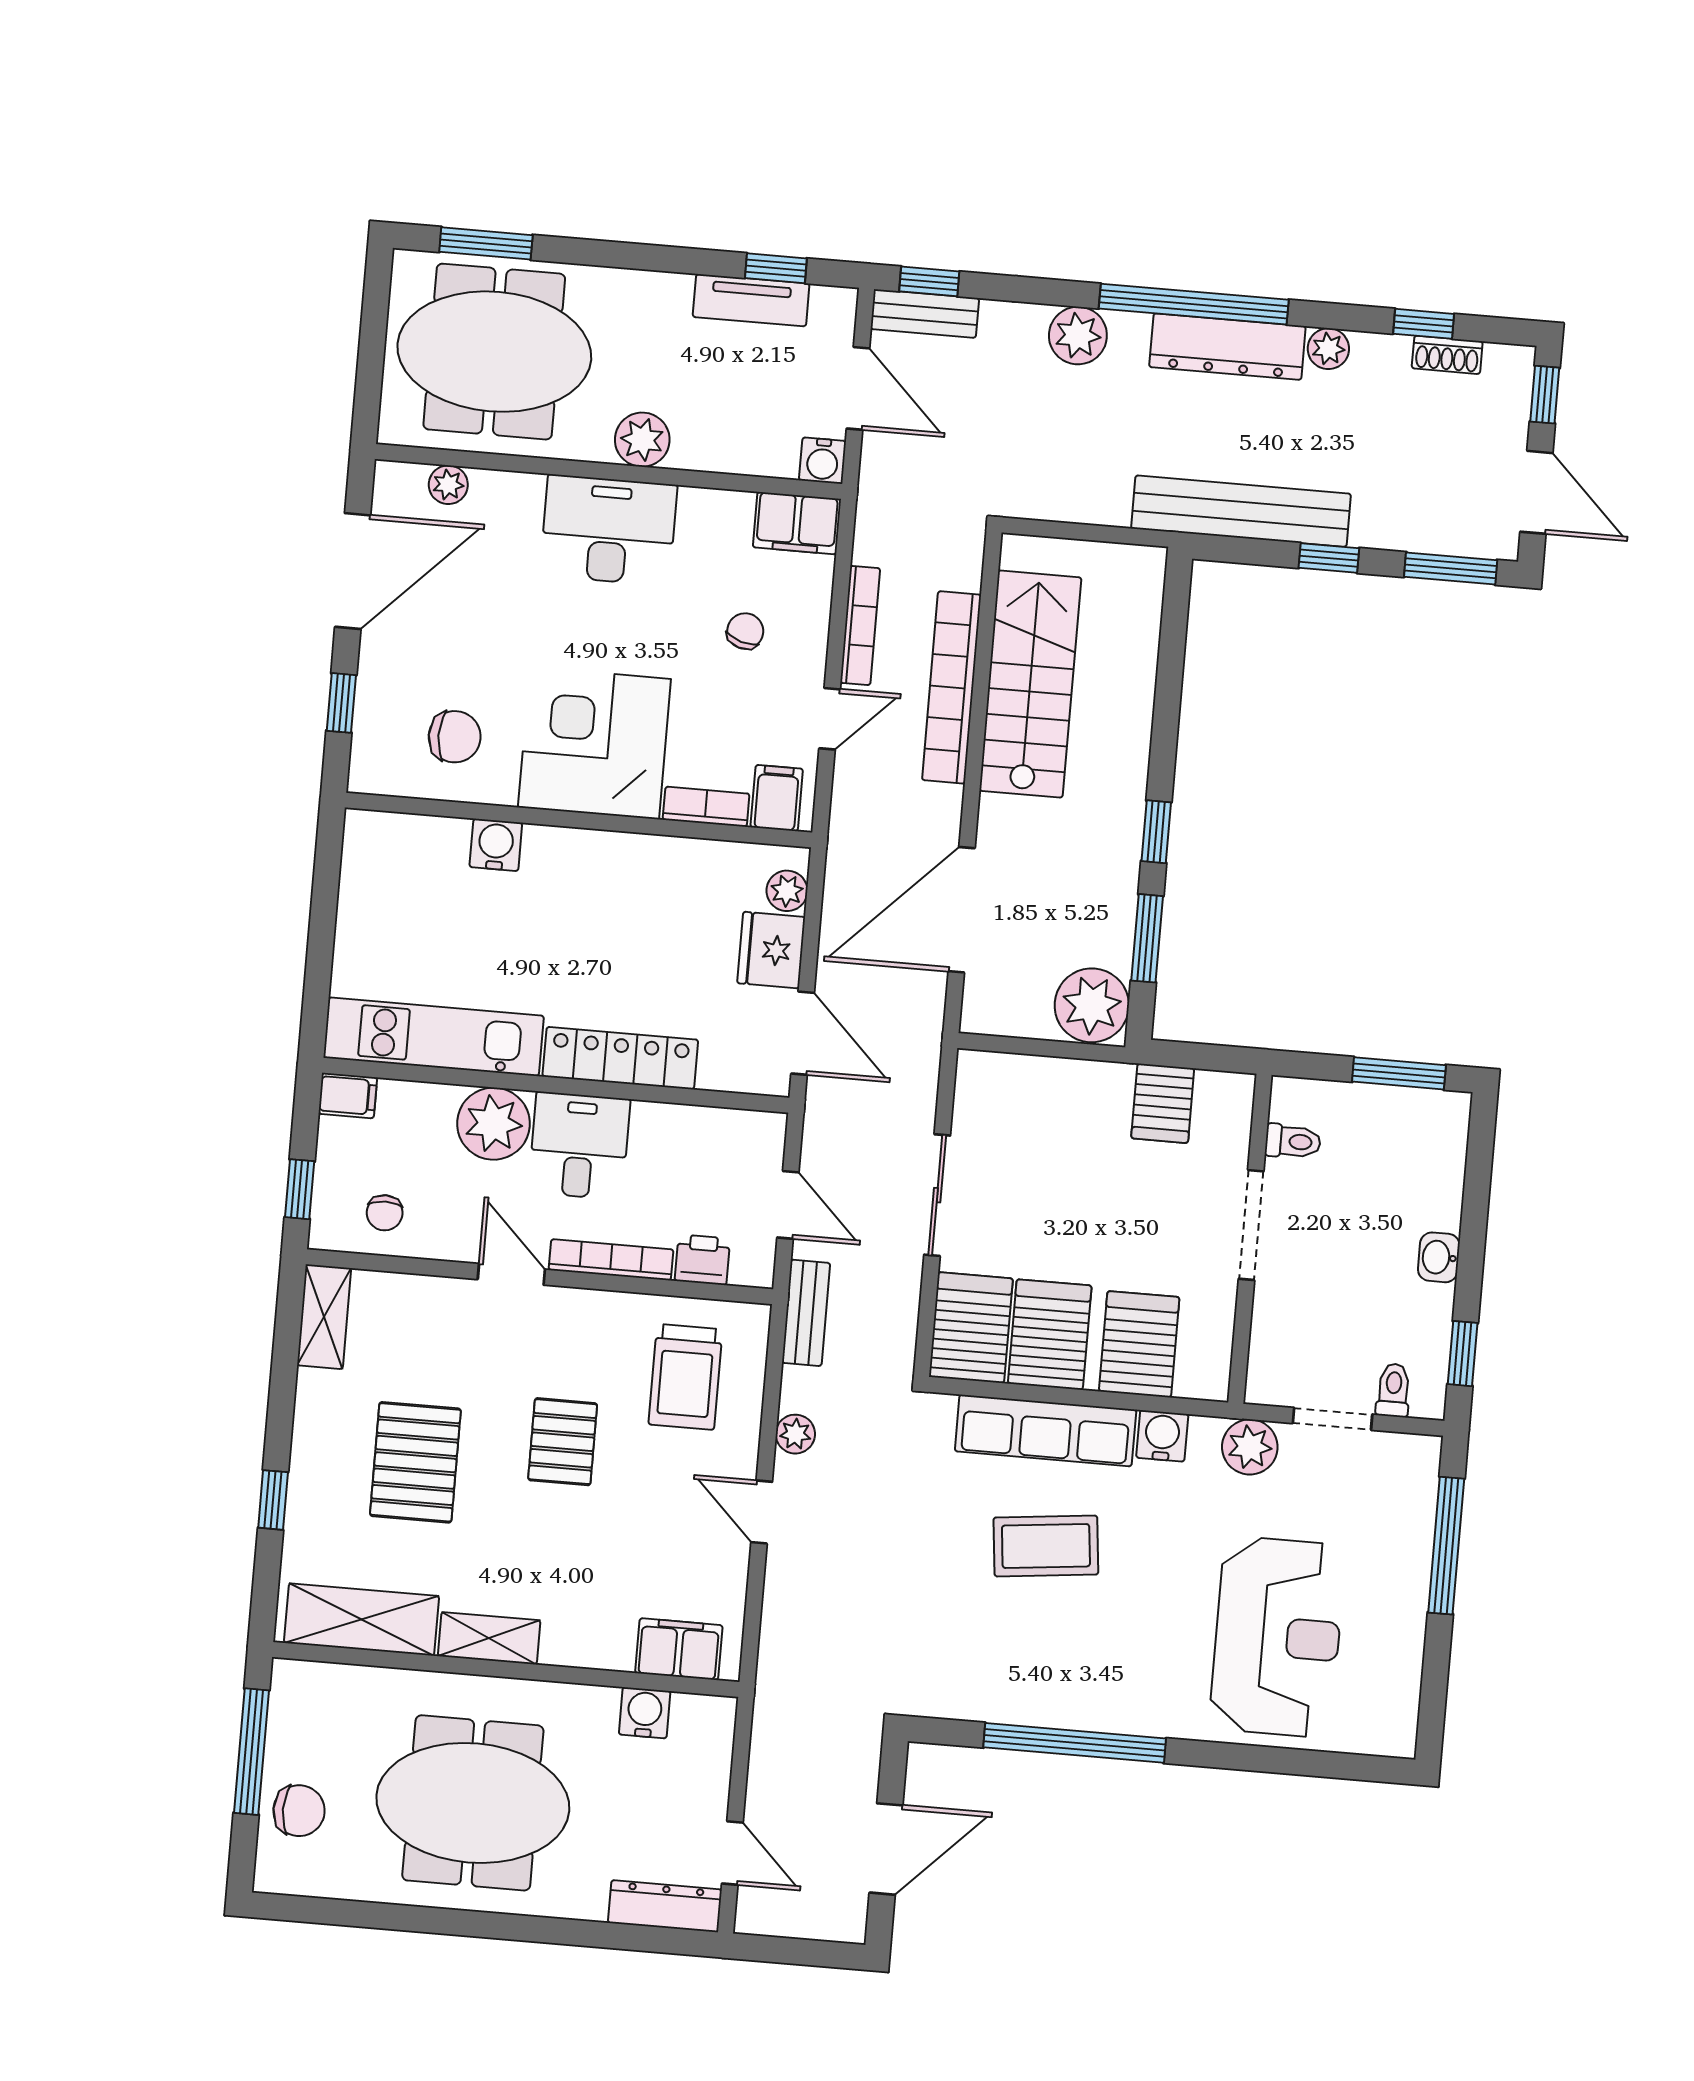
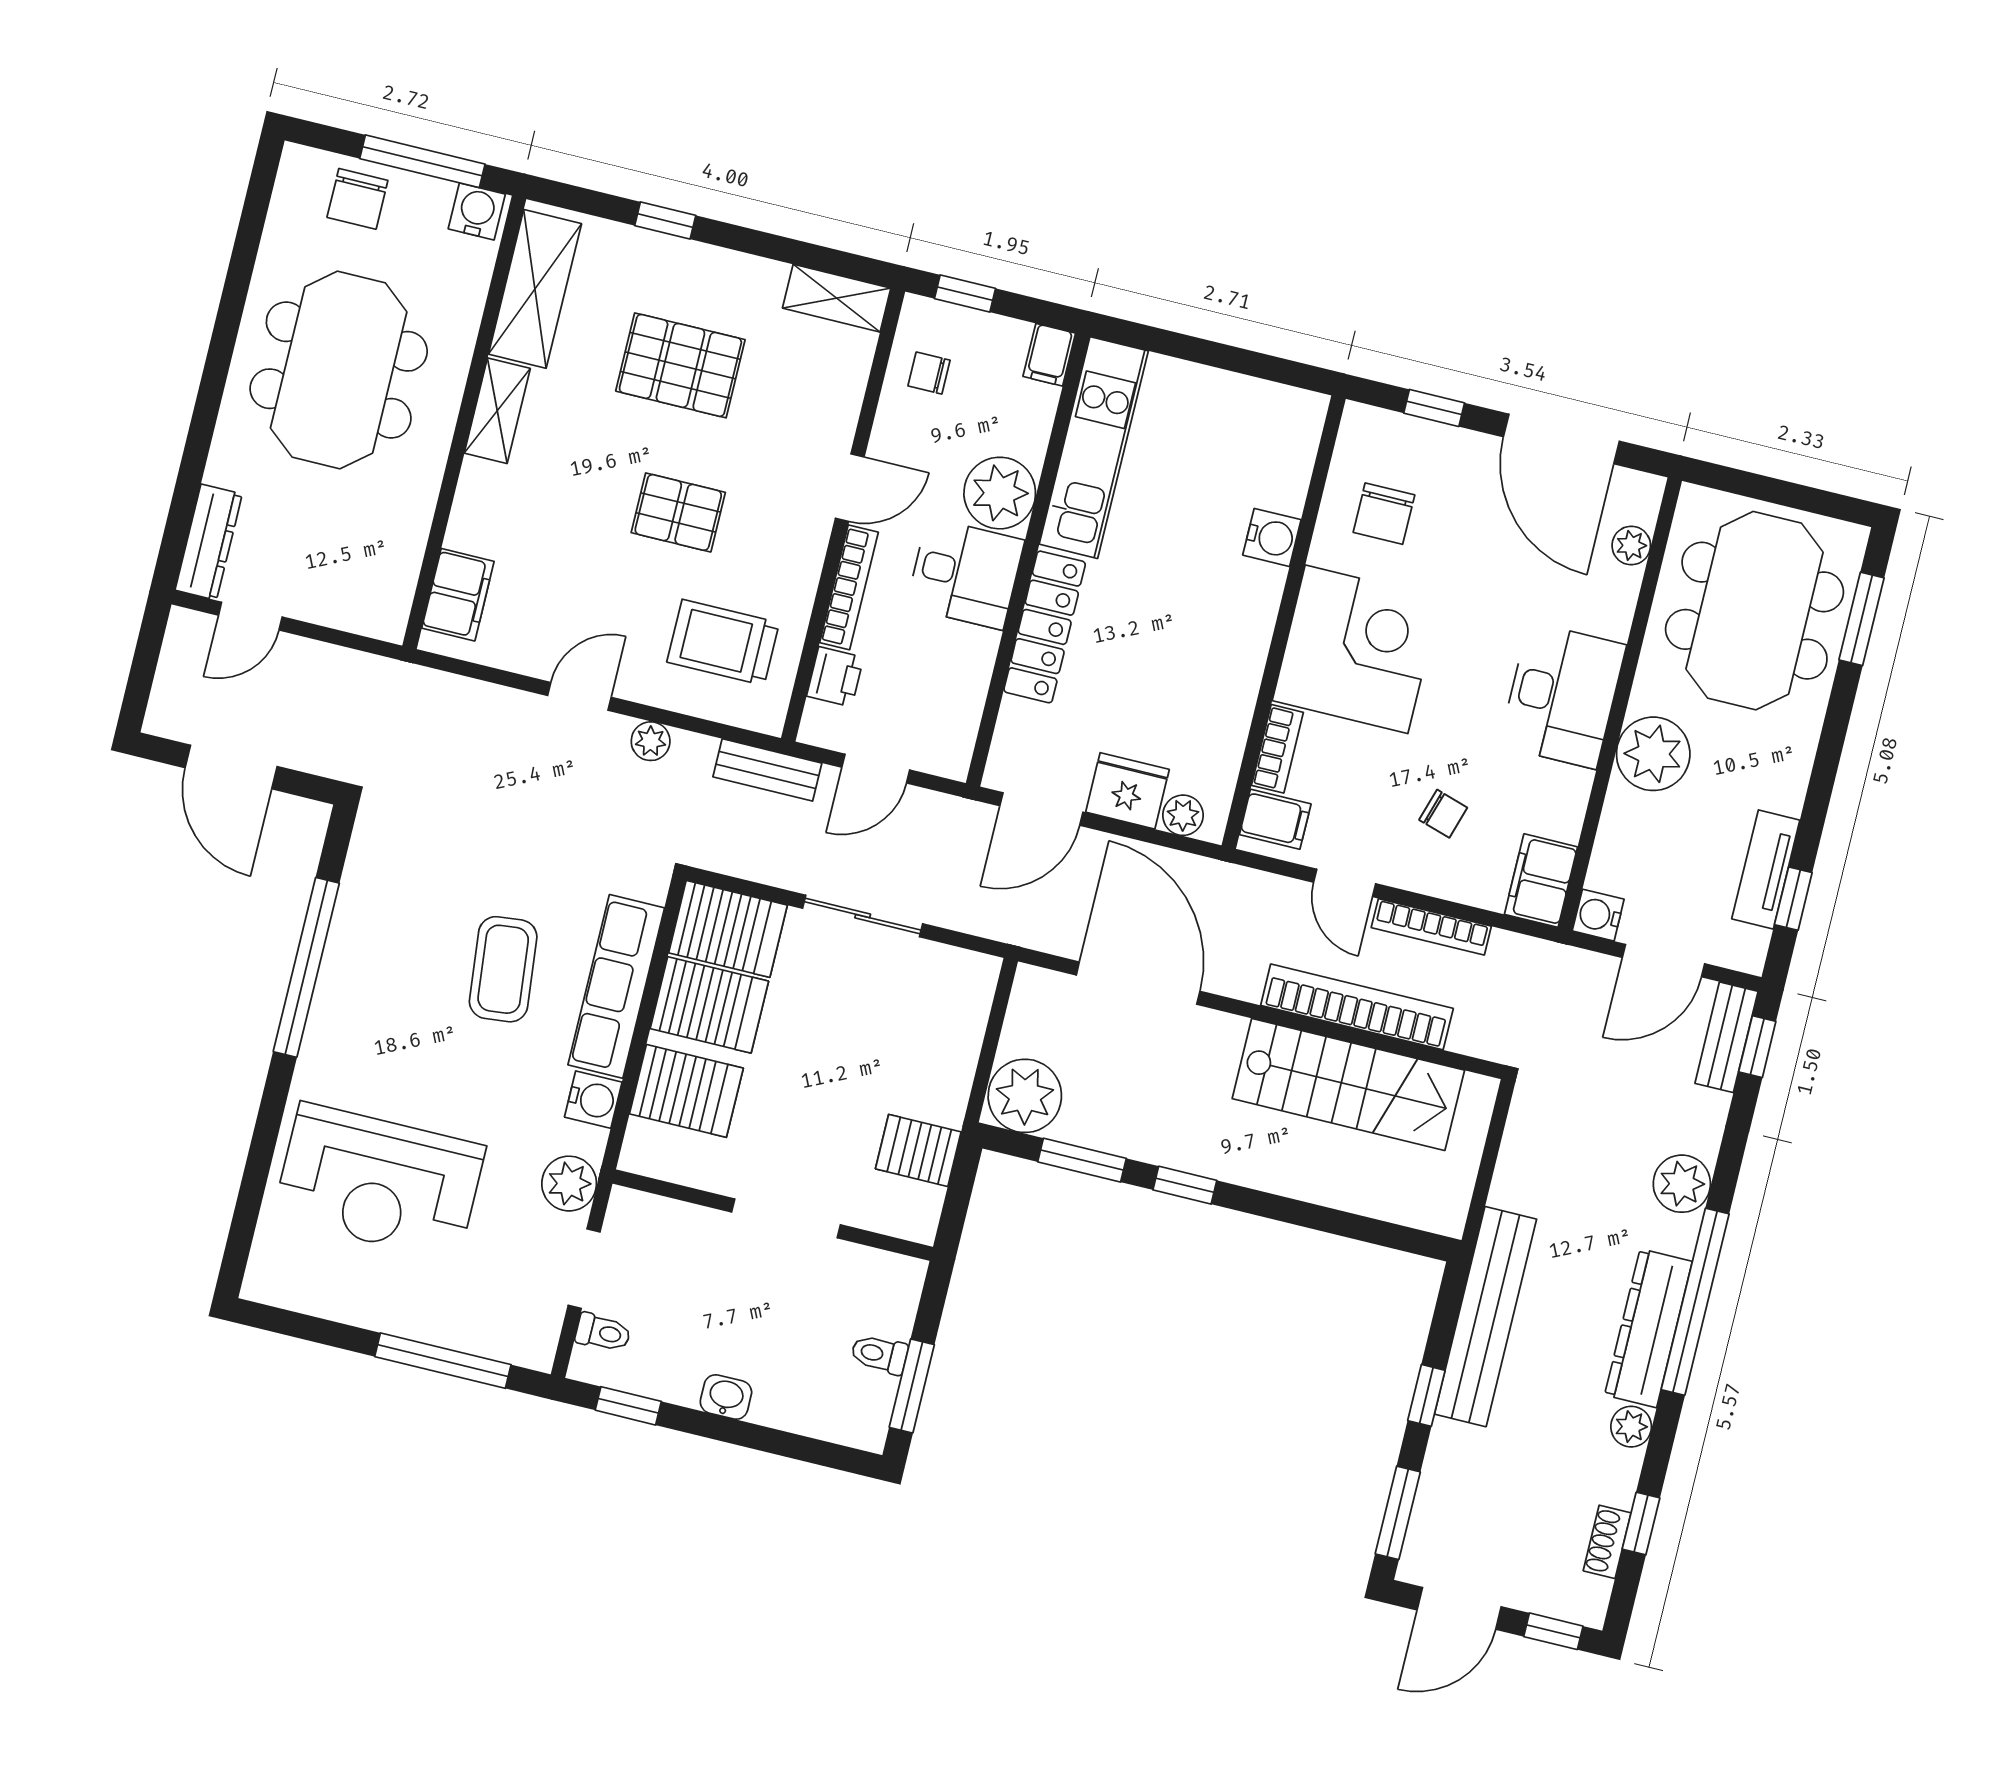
plant: (642, 440) -> (1653, 754), width x1.36, depth x1.36
toilet: (1293, 1141) -> (879, 1354), moved, turned 90
water cooler: (645, 1713) -> (477, 211), moved, turned -90

